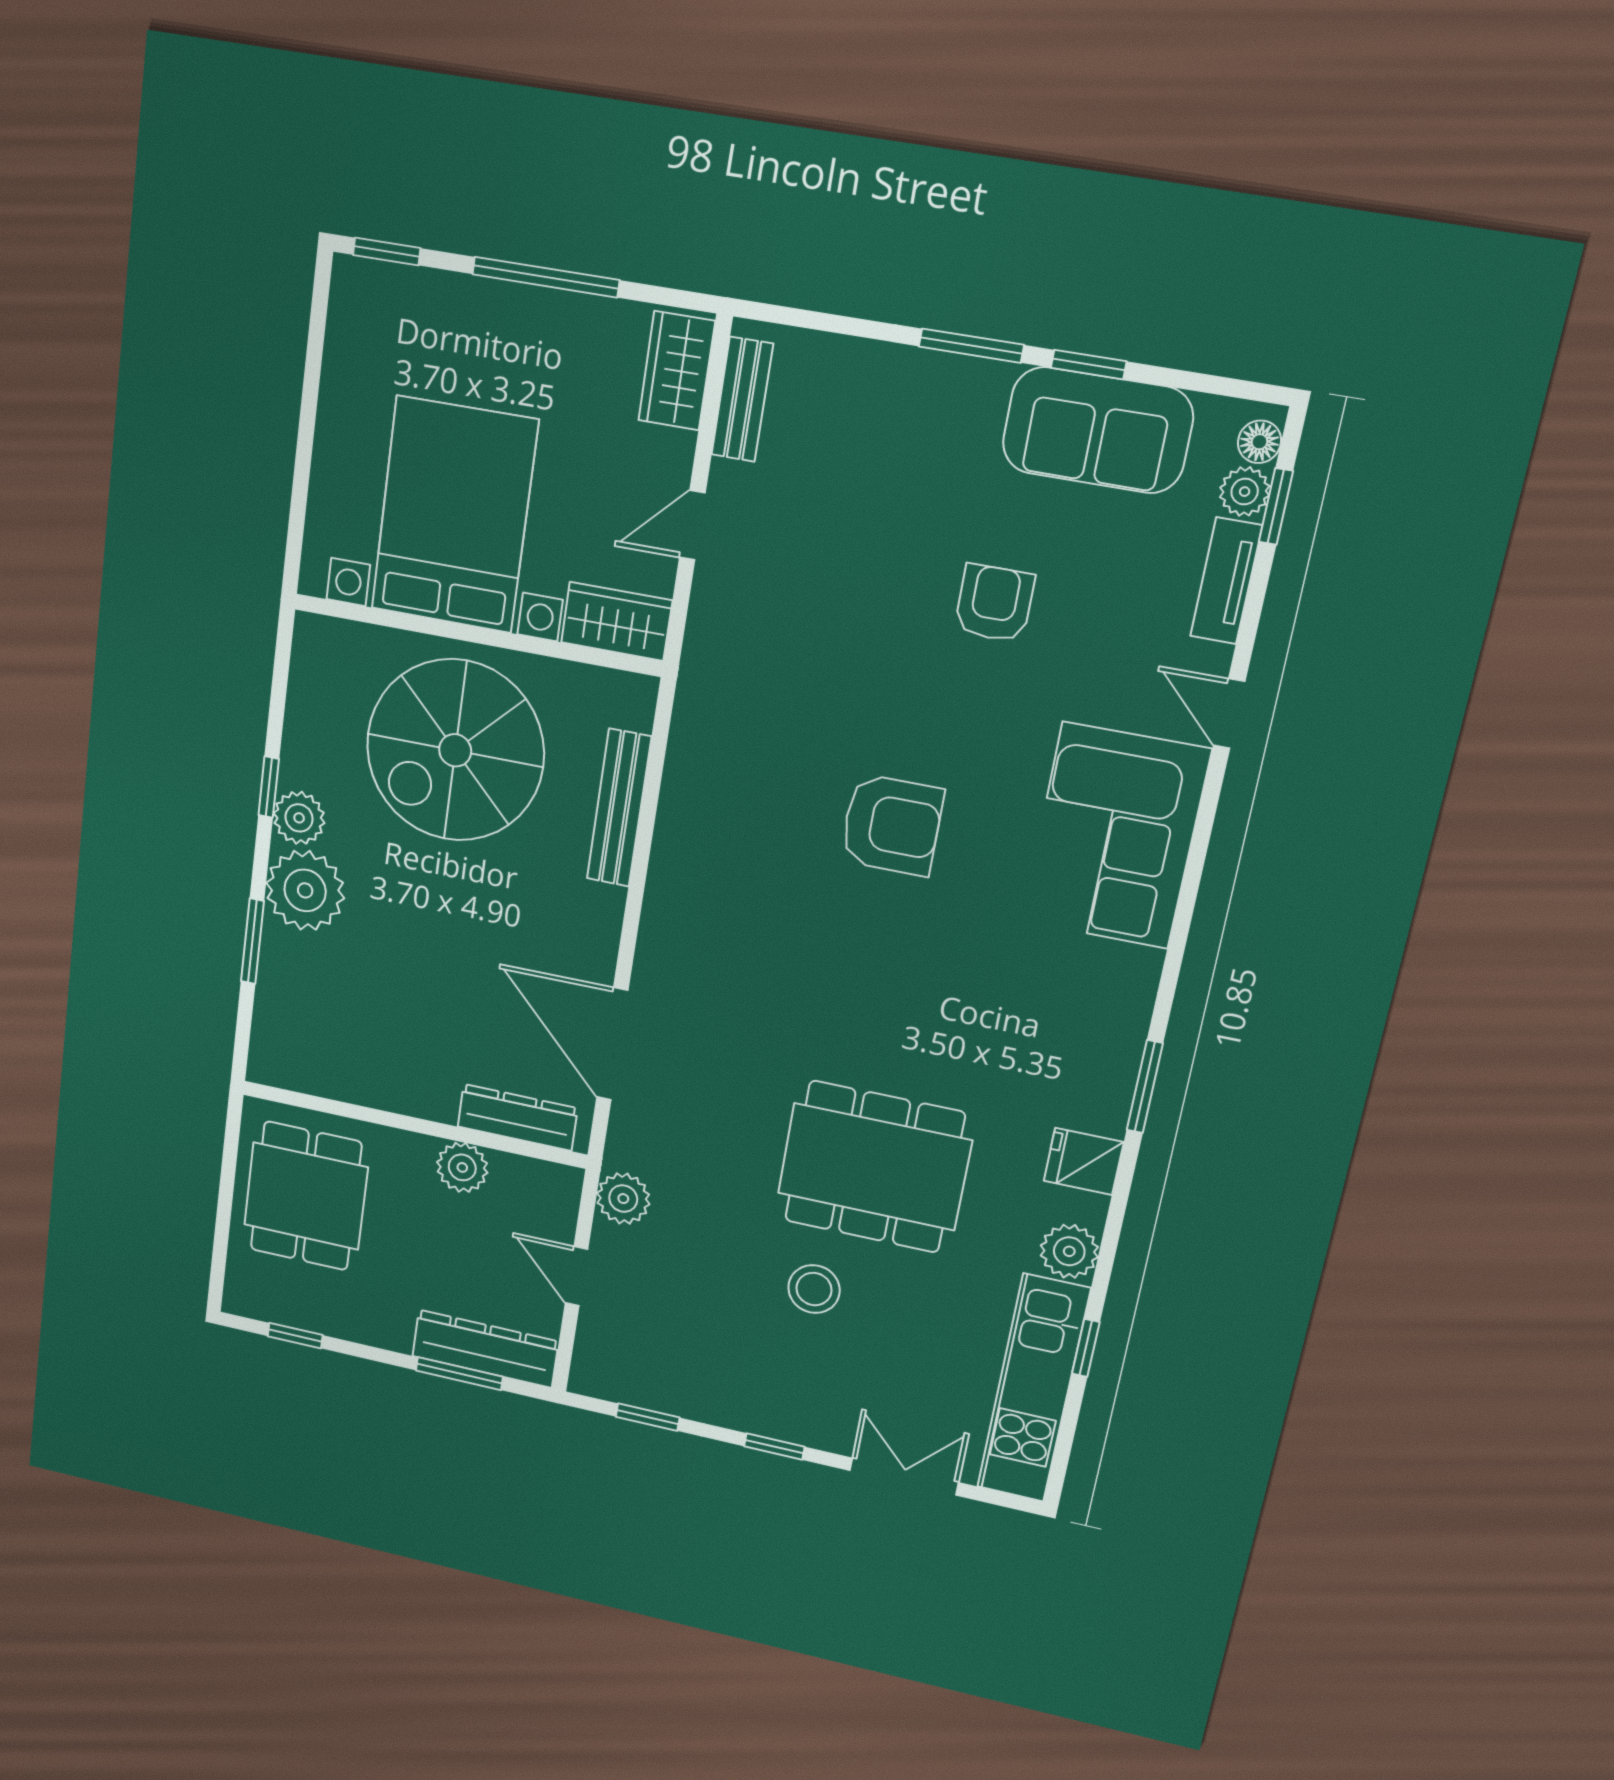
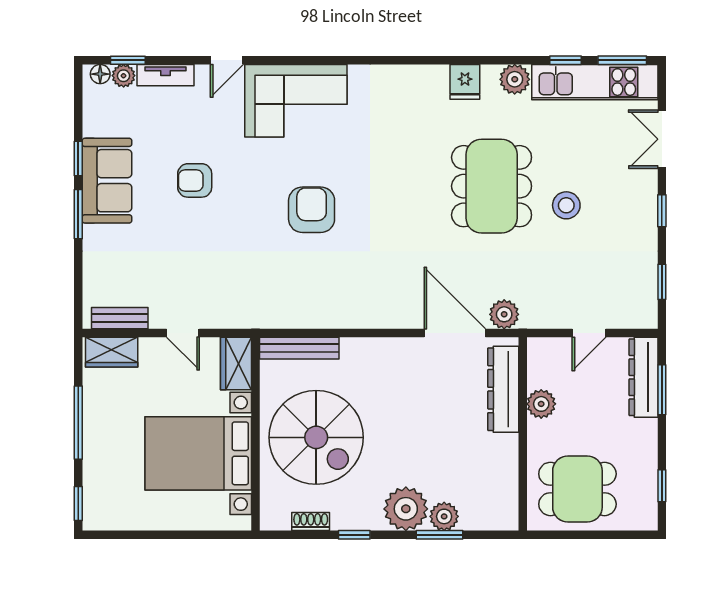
sofa: (1097, 430) -> (107, 181), moved
shoe rack: (301, 710) -> (311, 522), added
bench: (619, 808) -> (299, 348), moved
plant: (299, 818) -> (444, 516), moved
door: (612, 1044) -> (455, 333), swing flipped
window: (1145, 1087) -> (622, 60), moved
dresser: (518, 1117) -> (503, 389), width x1.37, depth x1.24
plant: (623, 1199) -> (504, 314), moved

